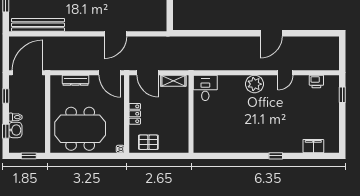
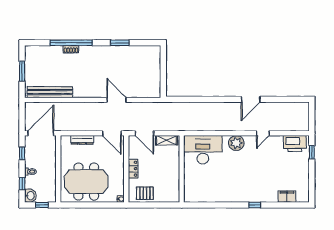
door: (115, 34) -> (117, 100), swing flipped
printer: (316, 82) -> (295, 144), width x1.87, depth x1.48
desk: (205, 88) -> (203, 150), width x1.87, depth x1.30
washbasin: (15, 130) -> (30, 196), moved

